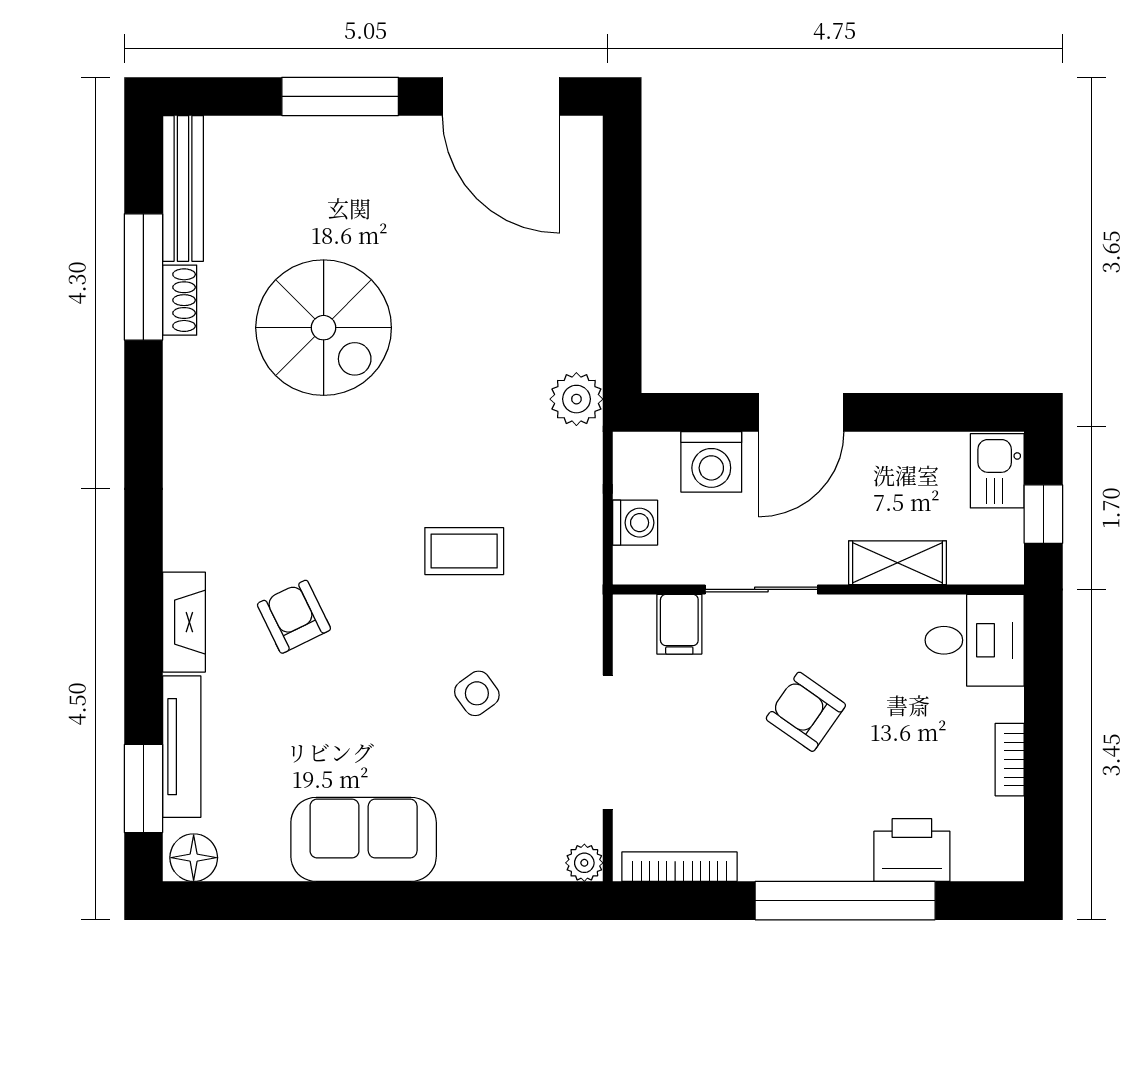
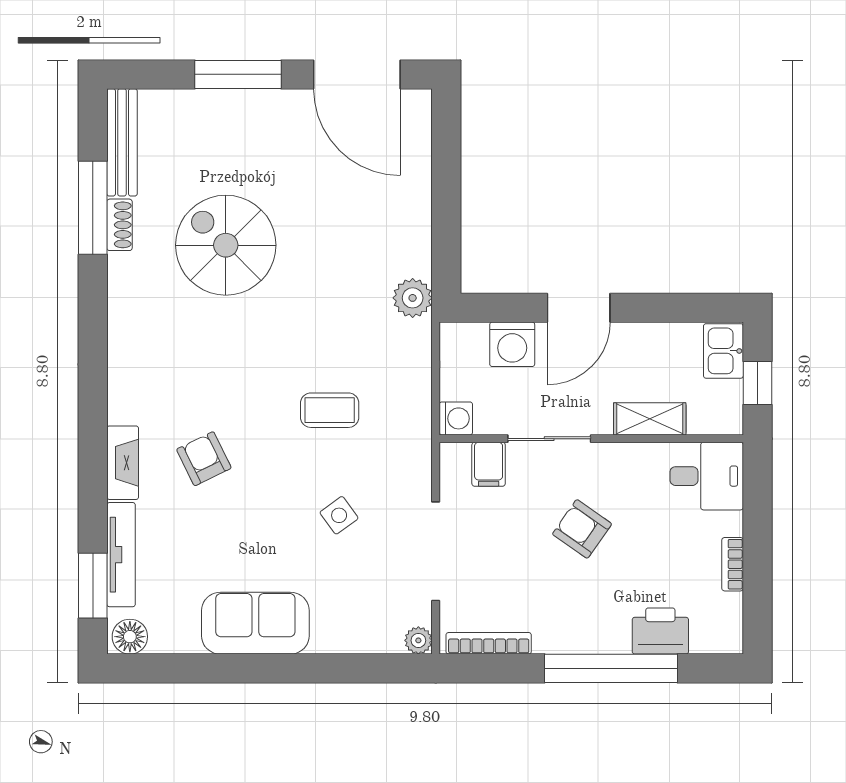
spiral stairs: (324, 328) -> (226, 245), turned 180
washing machine: (635, 523) -> (456, 418), moved

